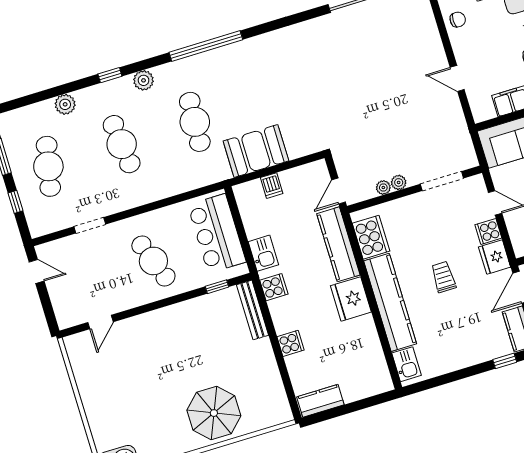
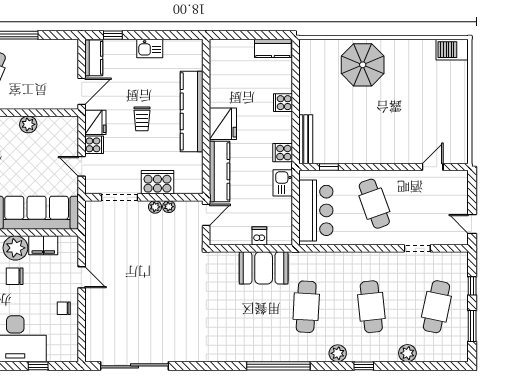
chair: (458, 20) -> (64, 308), moved
cooker: (371, 237) -> (157, 182), moved, turned 90
kitchen sink: (406, 364) -> (150, 49), moved, turned -90

